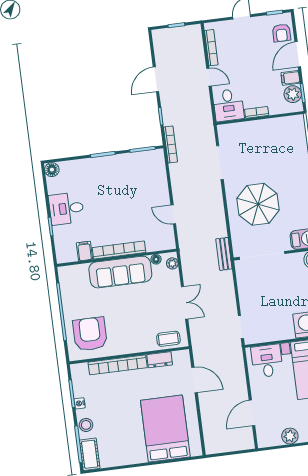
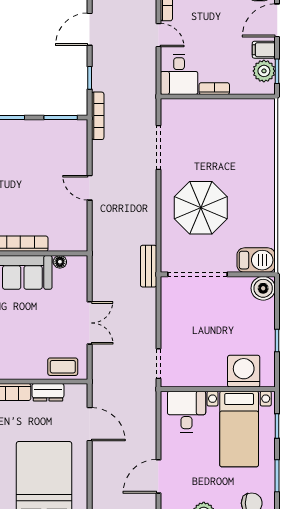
door: (173, 214) -> (90, 188), moved
plant: (172, 263) -> (80, 270), removed

